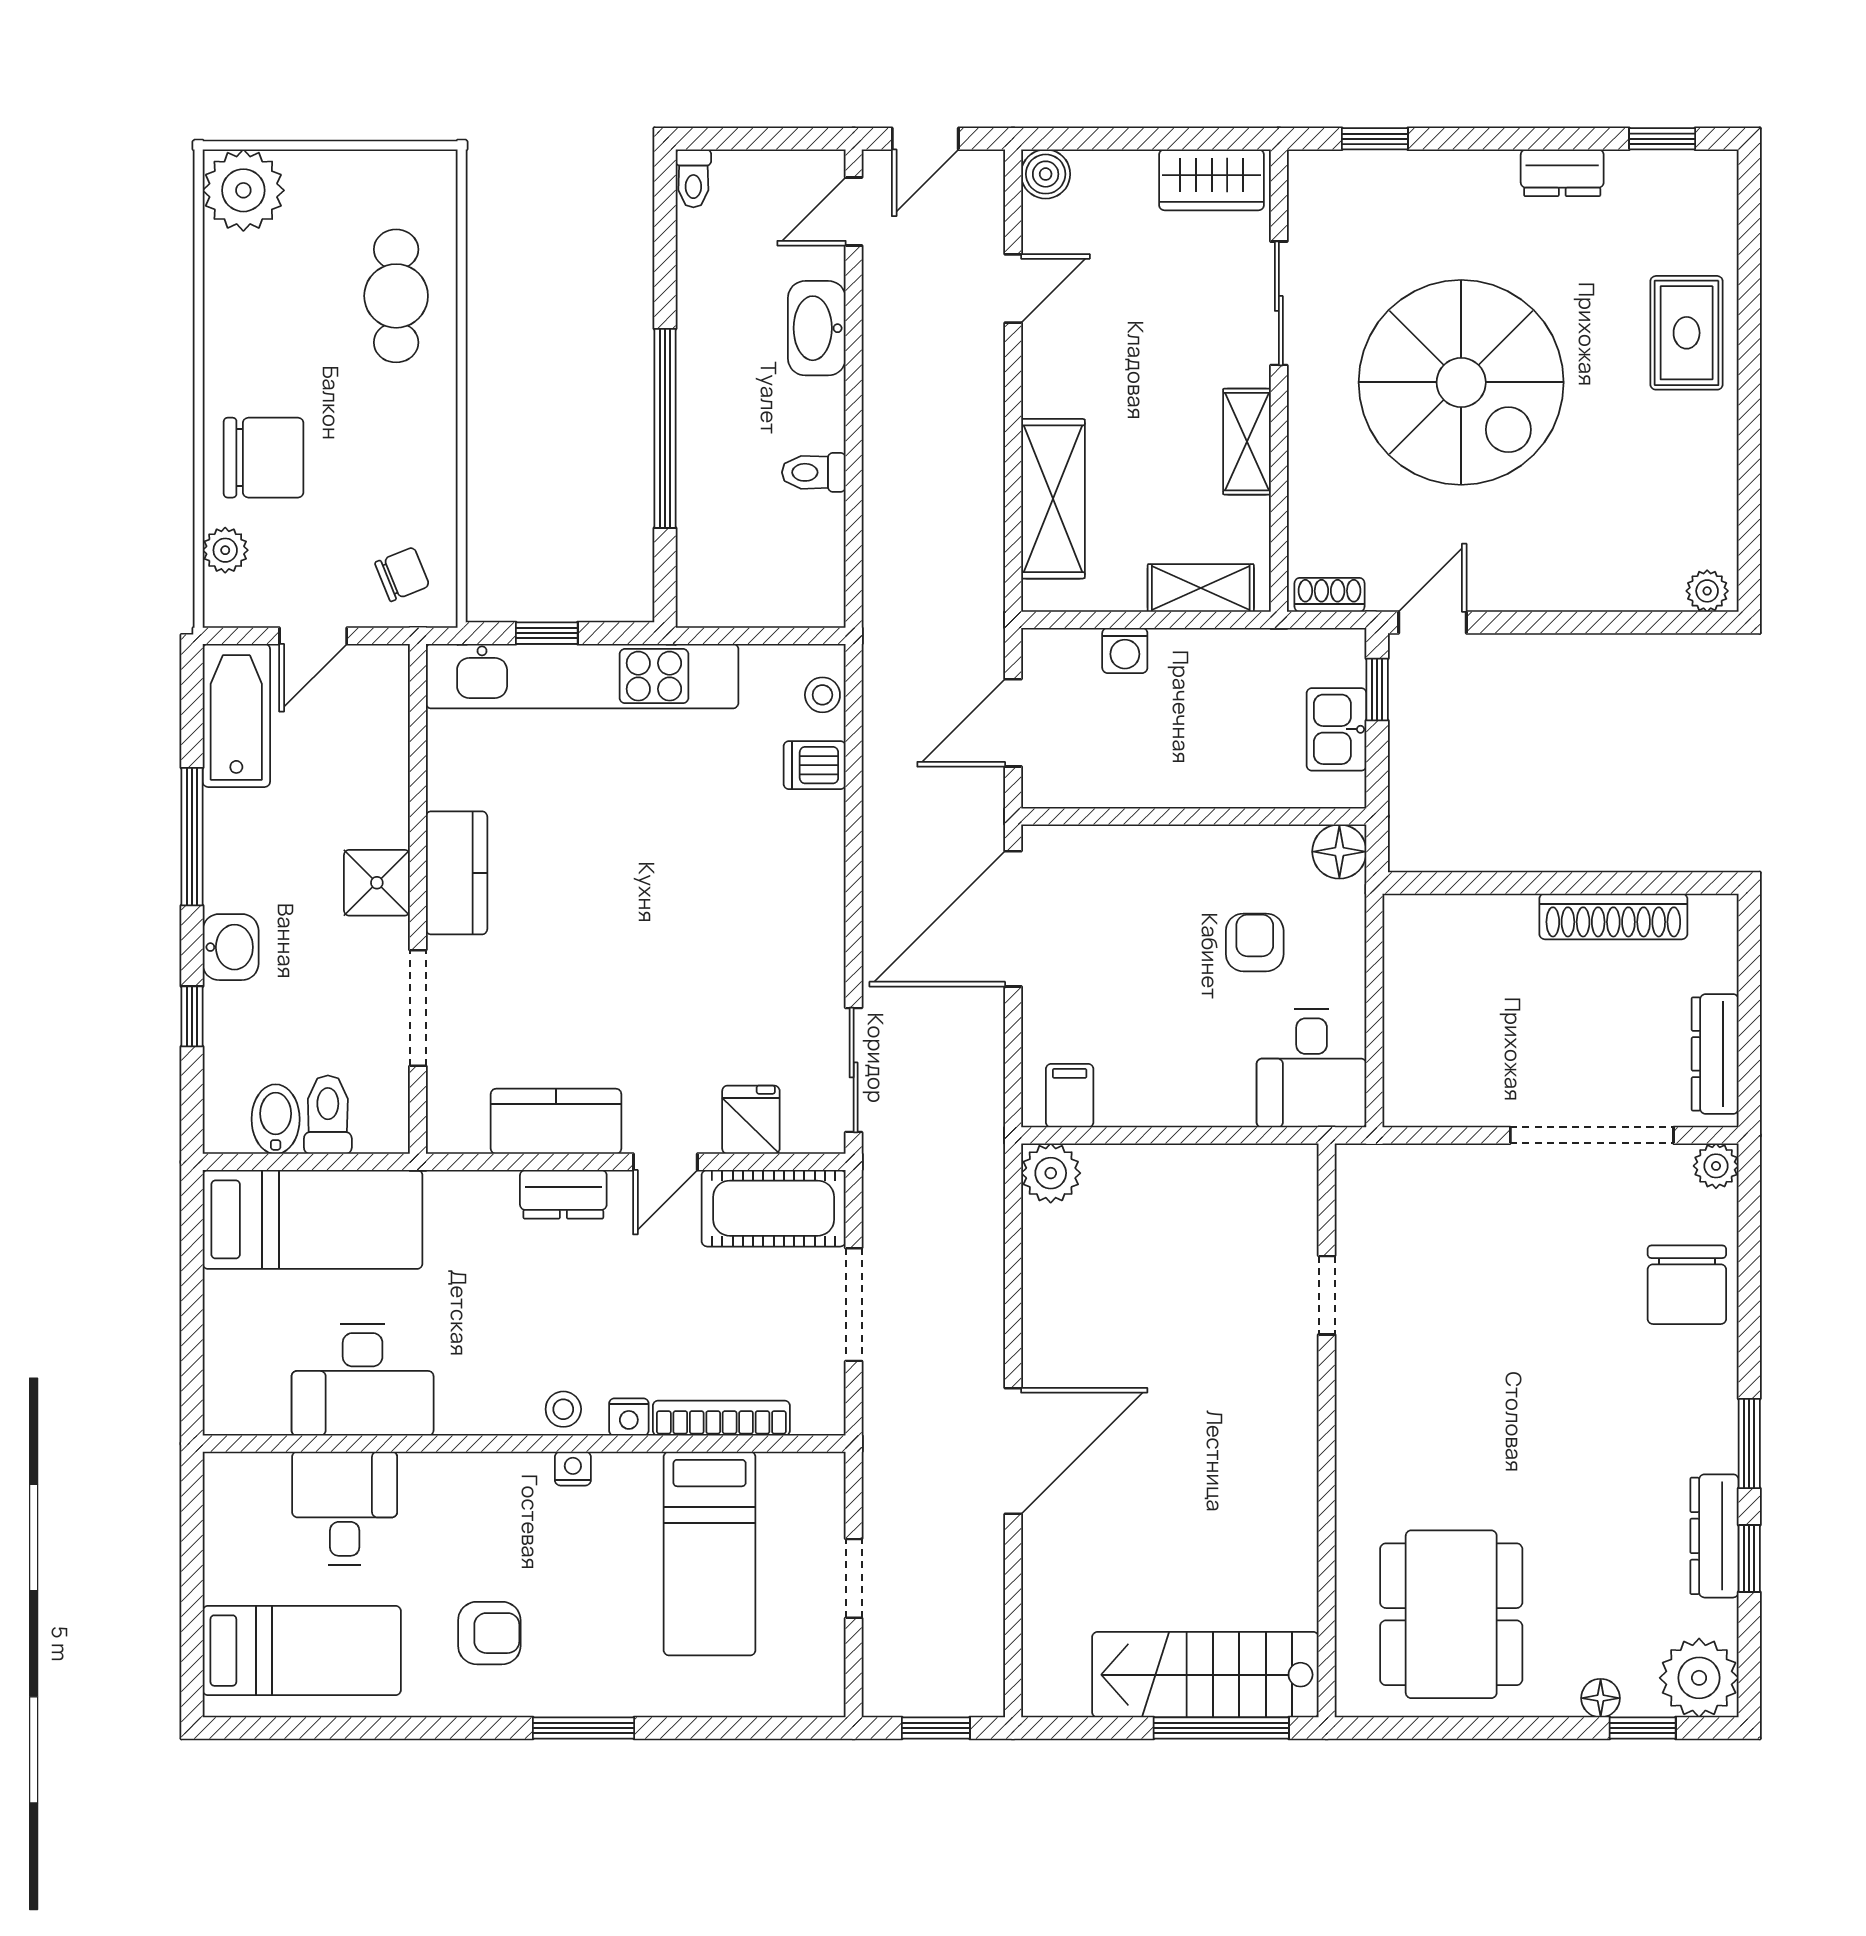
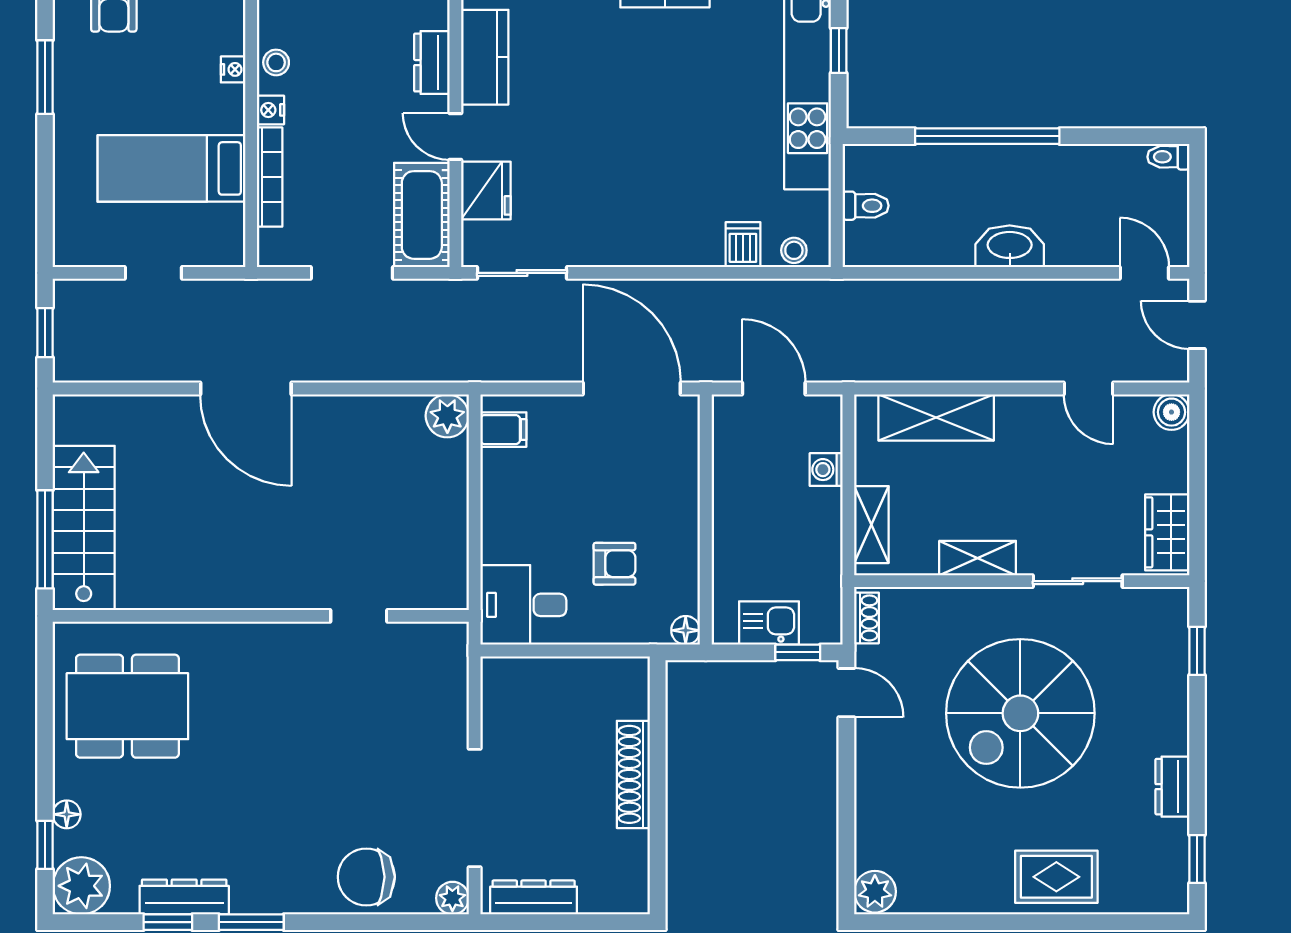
washbasin: (817, 328) -> (1010, 246), moved
toilet: (814, 472) -> (866, 206), moved, turned 90
plant: (1707, 591) -> (875, 892), width x1.38, depth x1.38
floor lamp: (1339, 852) -> (686, 630), width x0.73, depth x0.73
shoe rack: (1613, 916) -> (633, 774), moved
fridge: (751, 1120) -> (486, 190), width x1.38

